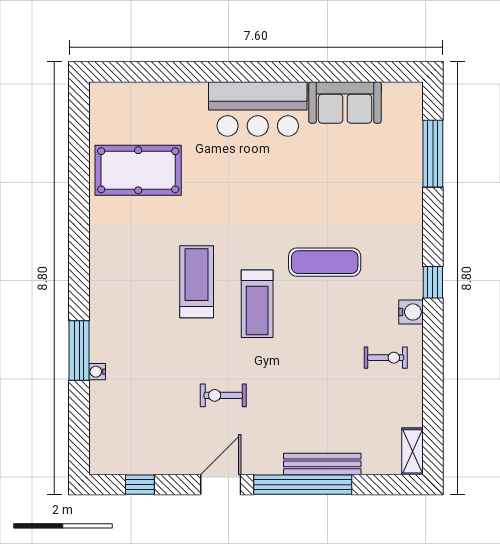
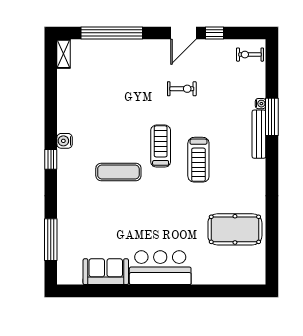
exercise bike: (386, 358) -> (250, 55), moved
bench: (322, 464) -> (259, 134), moved, turned 90
window: (140, 485) -> (215, 33), moved
window: (303, 485) -> (112, 33), moved

